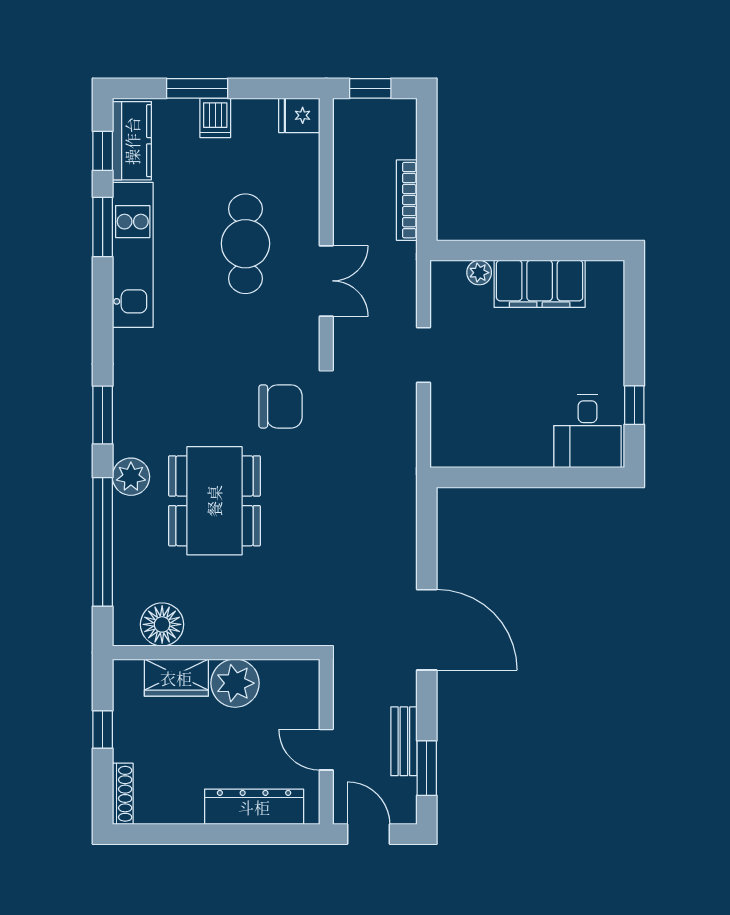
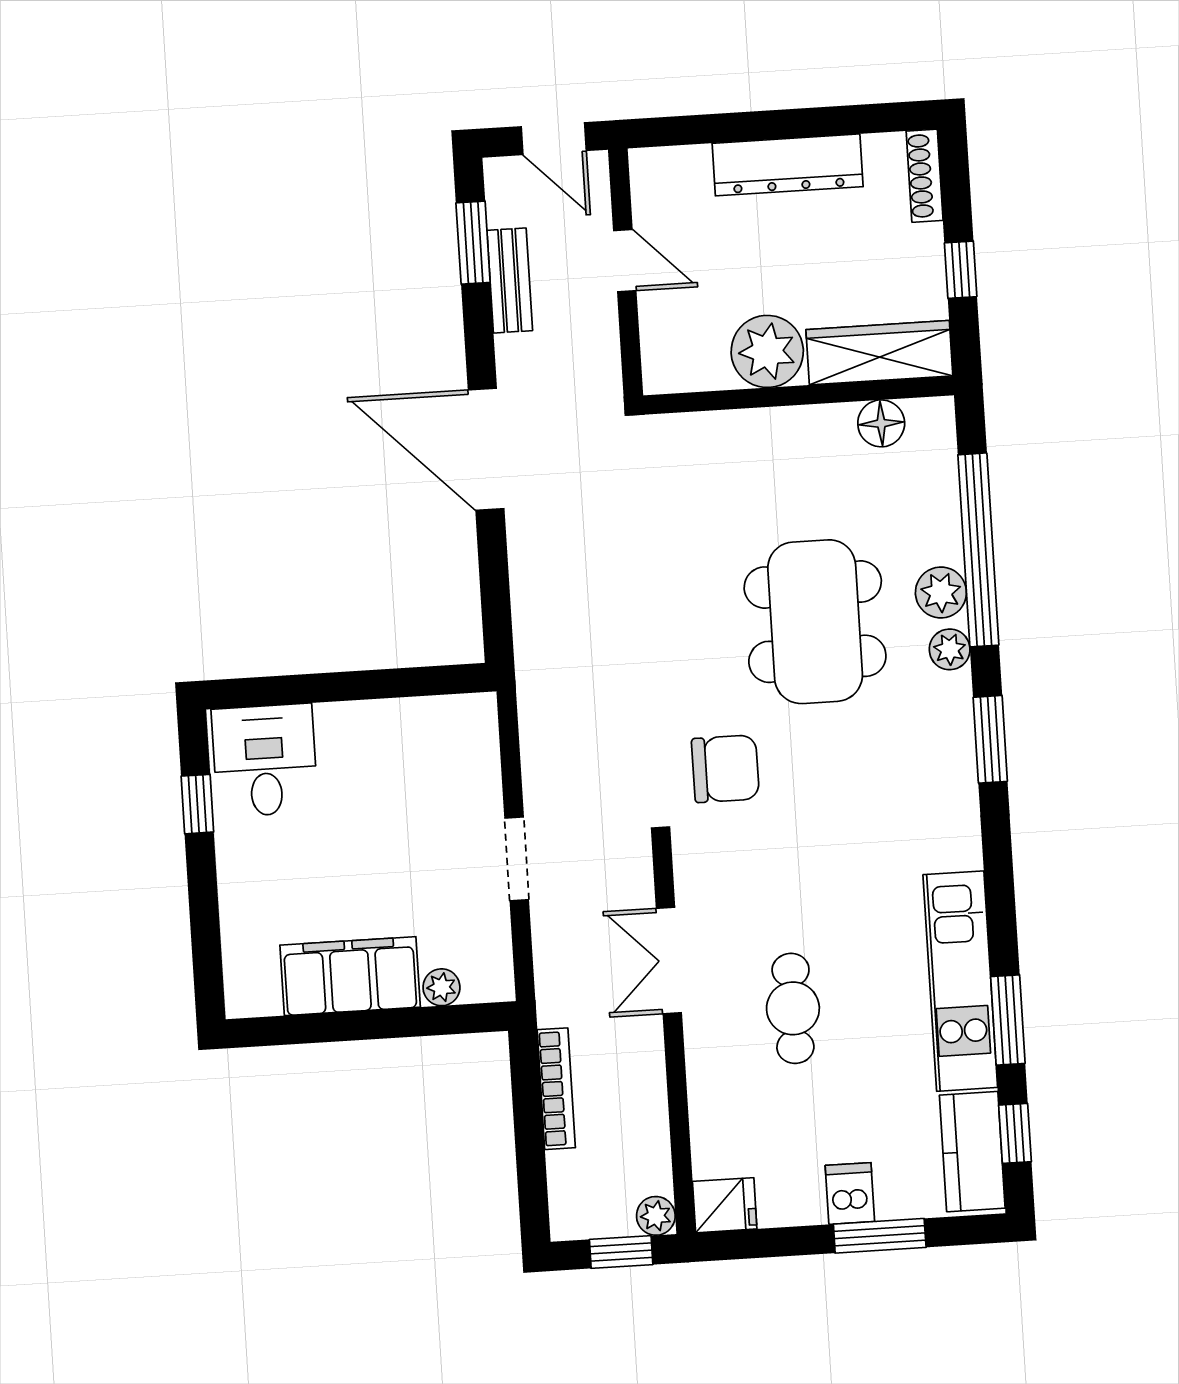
plant: (346, 111) -> (656, 1216), added
cafe table: (245, 244) -> (793, 1008), width x0.73, depth x0.74
chair: (280, 406) -> (725, 769), turned 180
plant: (131, 477) -> (950, 649), width x0.73, depth x0.73
plant: (129, 515) -> (941, 592), added
floor lamp: (162, 624) -> (881, 423), width x0.73, depth x0.73
wardrobe: (176, 678) -> (879, 353), width x1.50
dresser: (254, 807) -> (788, 165), moved

